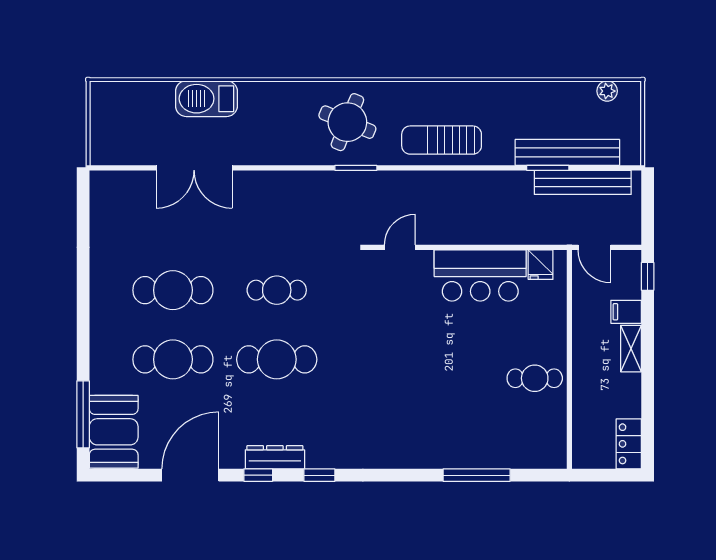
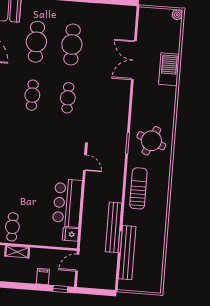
plant: (607, 91) -> (177, 15), moved
bench: (583, 182) -> (114, 227), moved
shelving: (631, 349) -> (17, 252), moved
cafe table: (277, 359) -> (32, 95), width x0.73, depth x0.74

